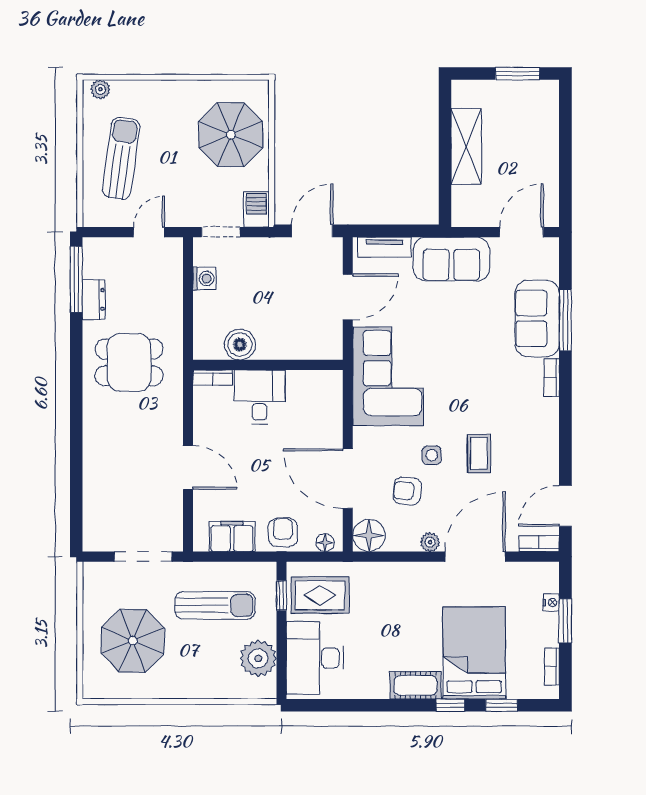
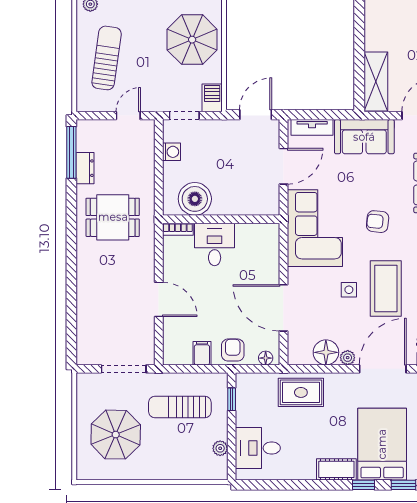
shelving: (466, 146) -> (376, 82), moved
boiler: (240, 344) -> (195, 199), width x1.37, depth x1.37
coffee table: (479, 454) -> (386, 288), width x1.86, depth x1.72
armchair: (407, 491) -> (378, 222), moved
floor lamp: (369, 535) -> (326, 352), moved
filing cabinet: (232, 537) -> (202, 353), width x0.50
rug: (320, 595) -> (301, 392), moved
sun lounger: (215, 605) -> (180, 407), turned 180
plant: (258, 658) -> (220, 448), width x0.53, depth x0.53
desk: (315, 658) -> (258, 448), width x0.73

